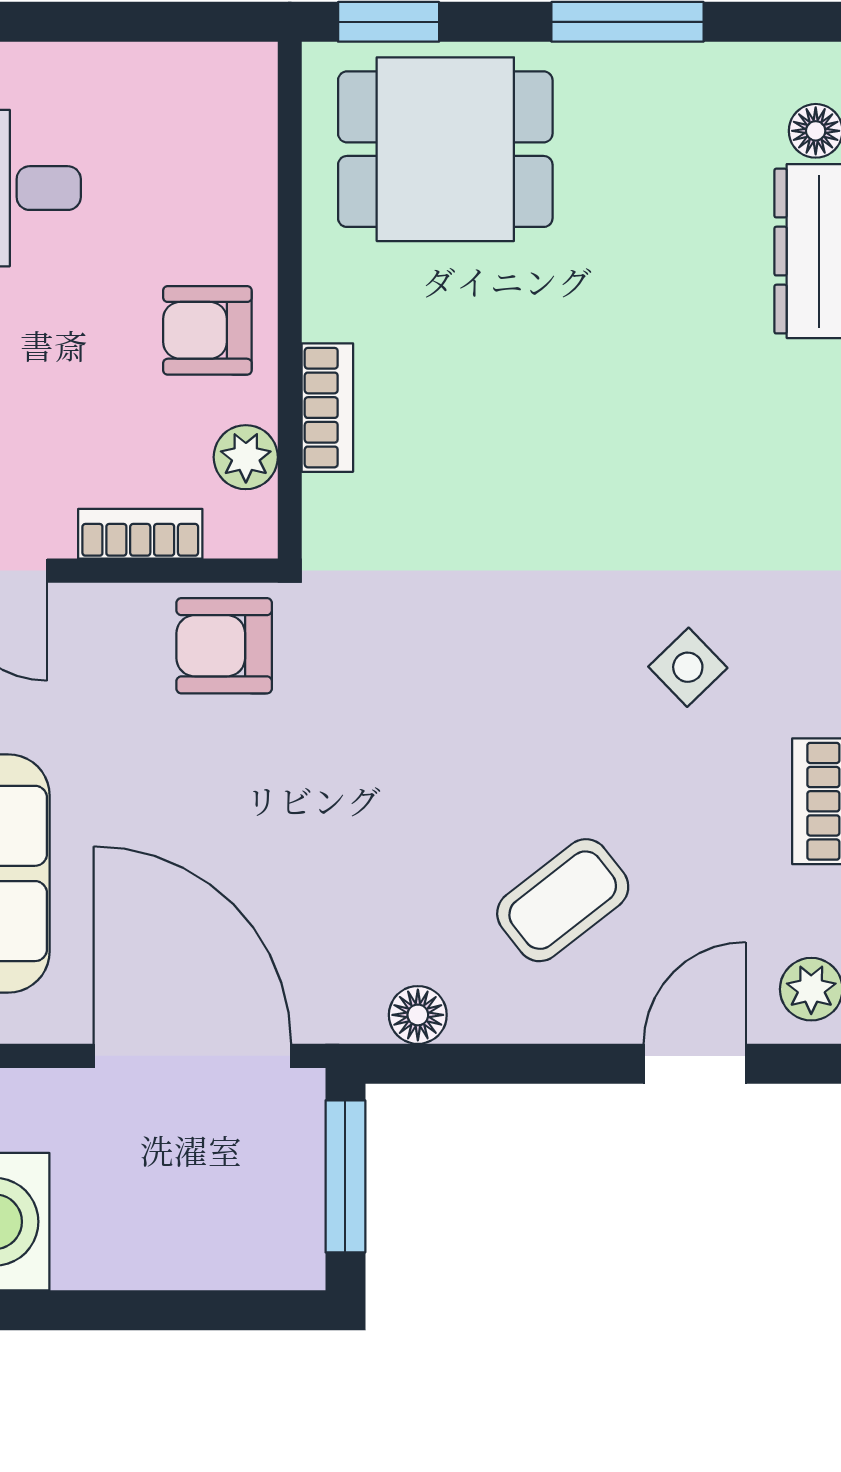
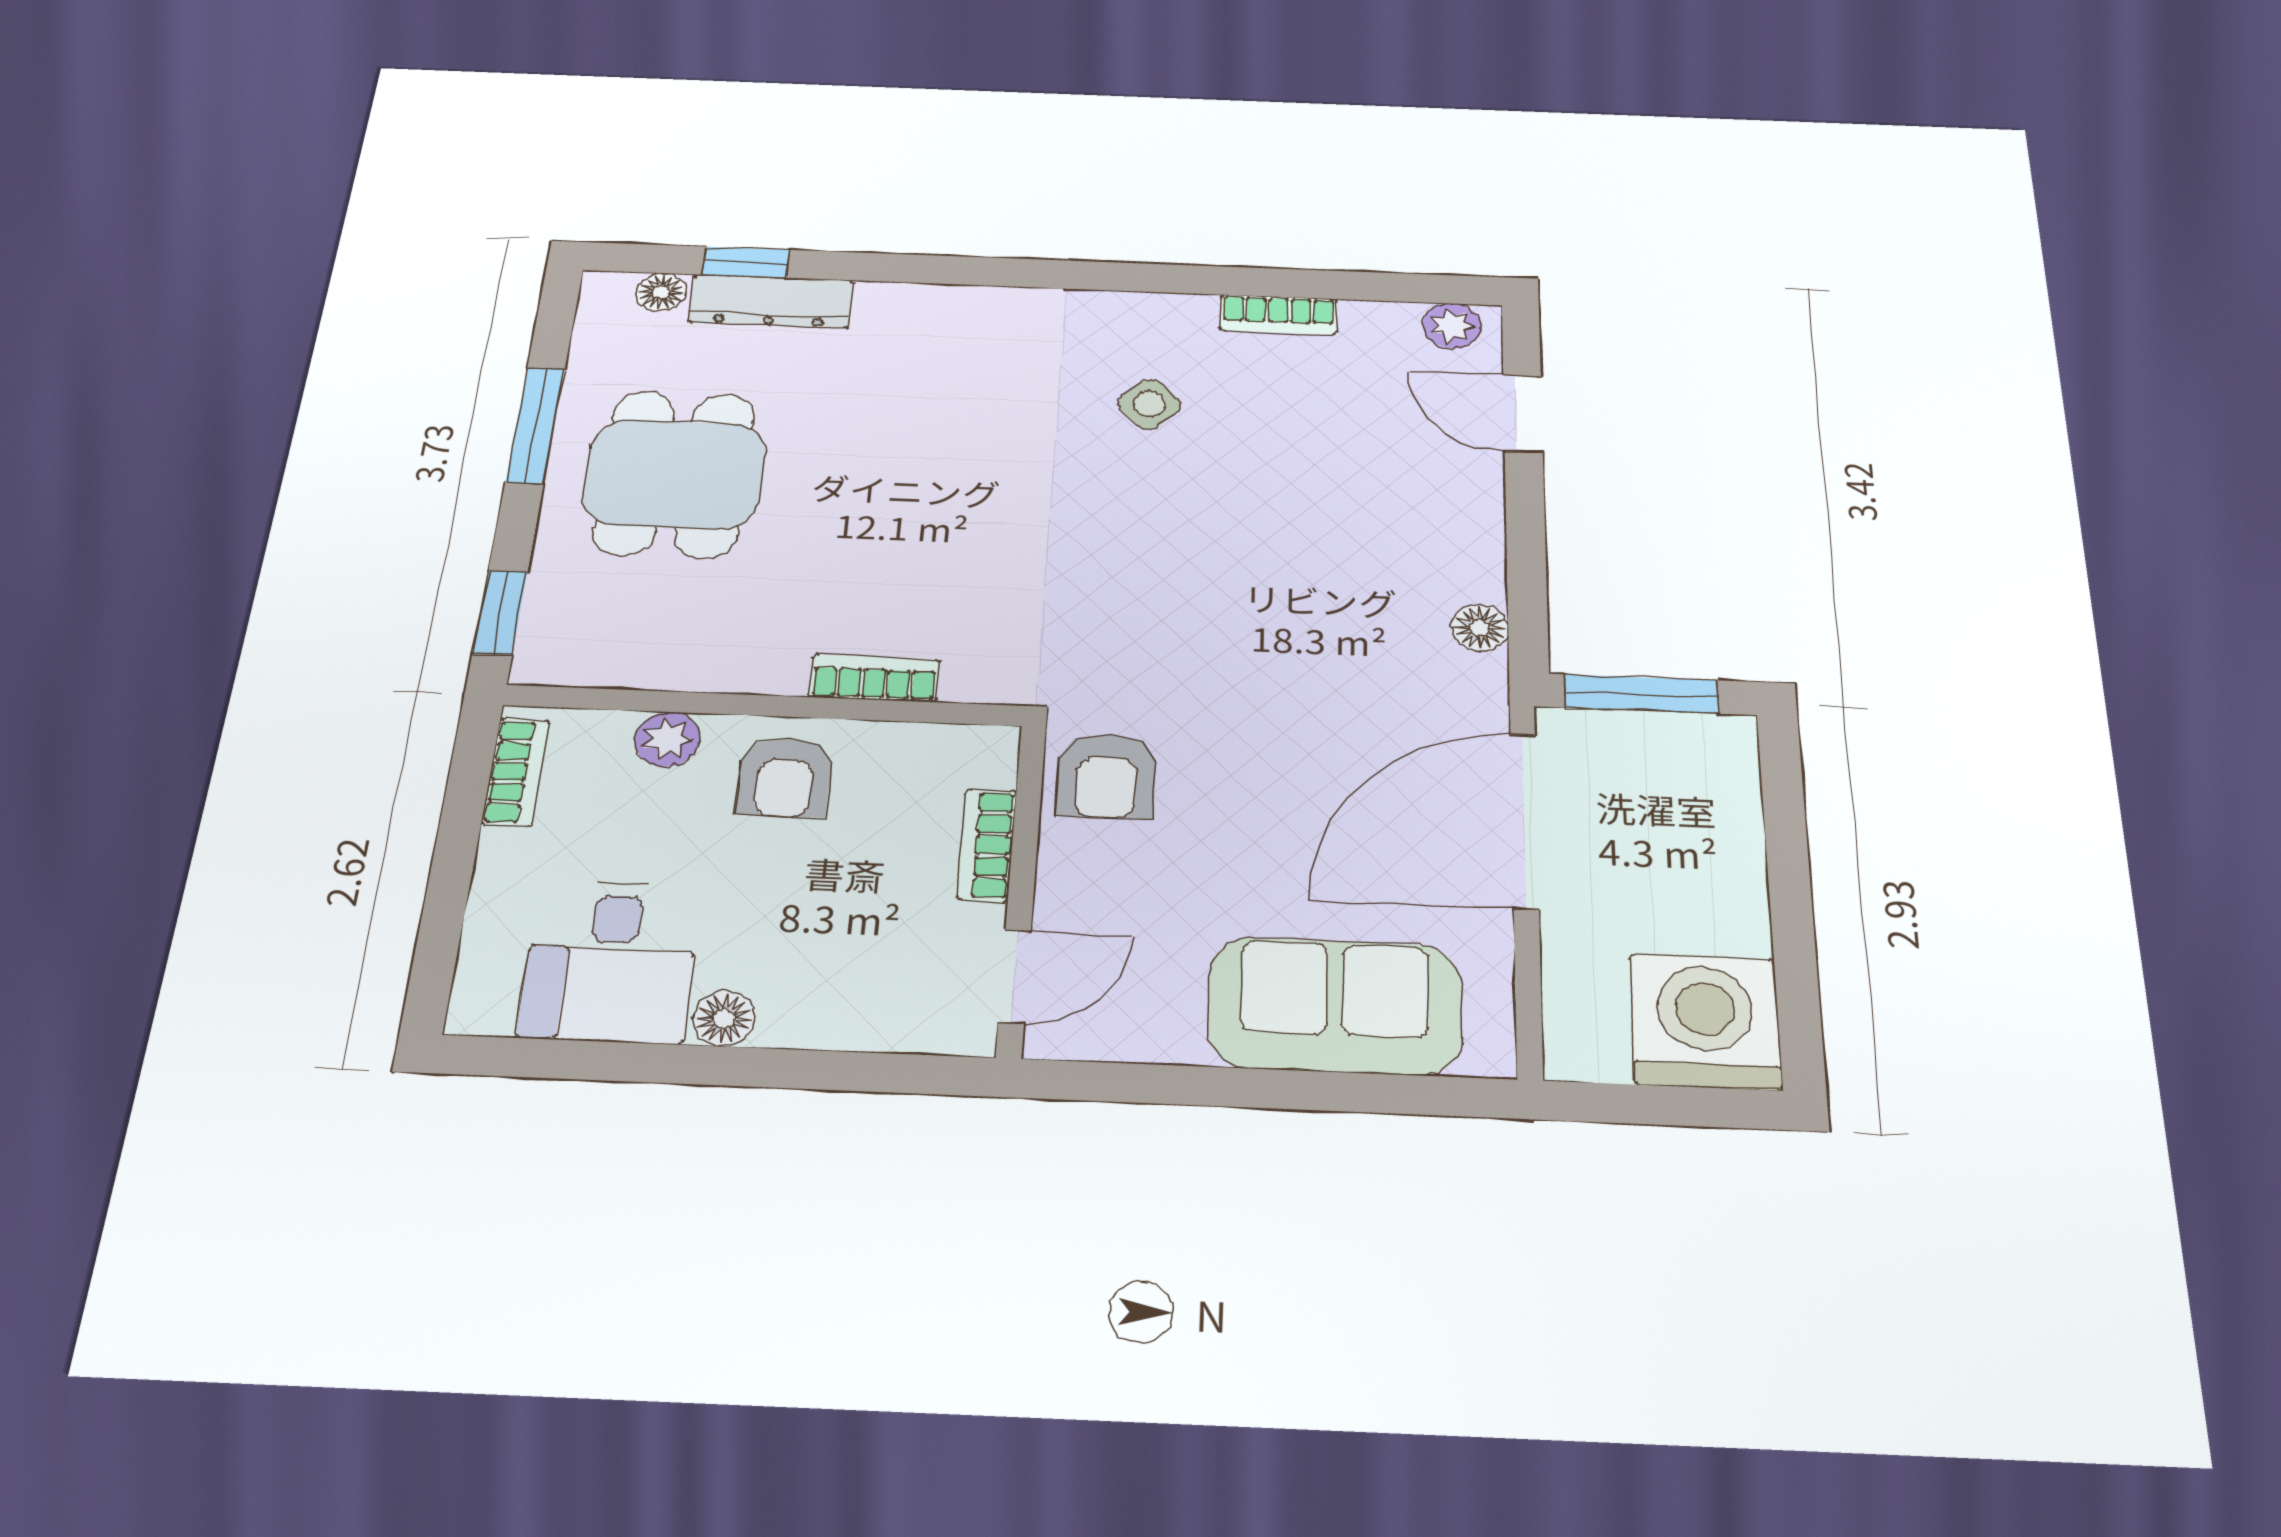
bookcase: (201, 66) -> (516, 772), added
dining table: (445, 149) -> (675, 474), moved
plant: (246, 457) -> (667, 739), moved
coffee table: (563, 900) -> (1368, 508), removed

